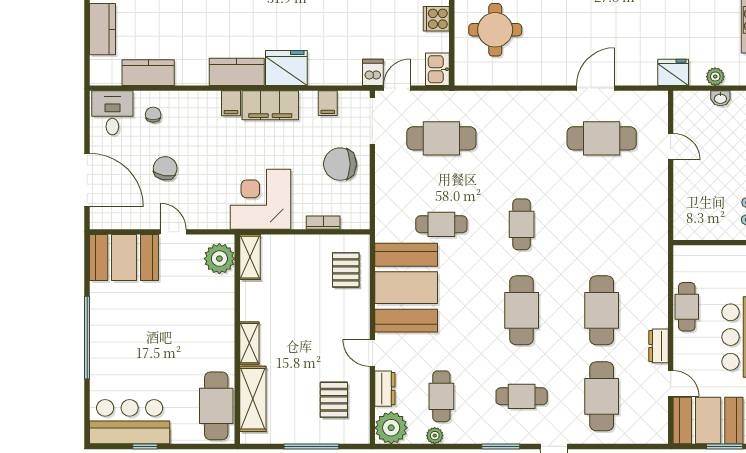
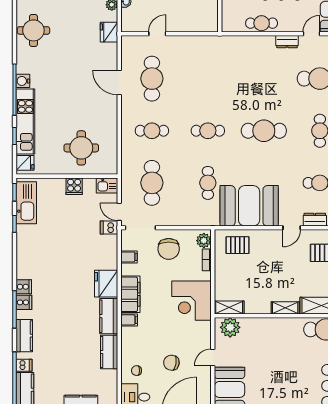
kitchen counter: (148, 73) -> (109, 352), moved
plant: (353, 218) -> (204, 241), added
cafe table: (602, 310) -> (152, 131), moved, width x0.73, depth x0.74

